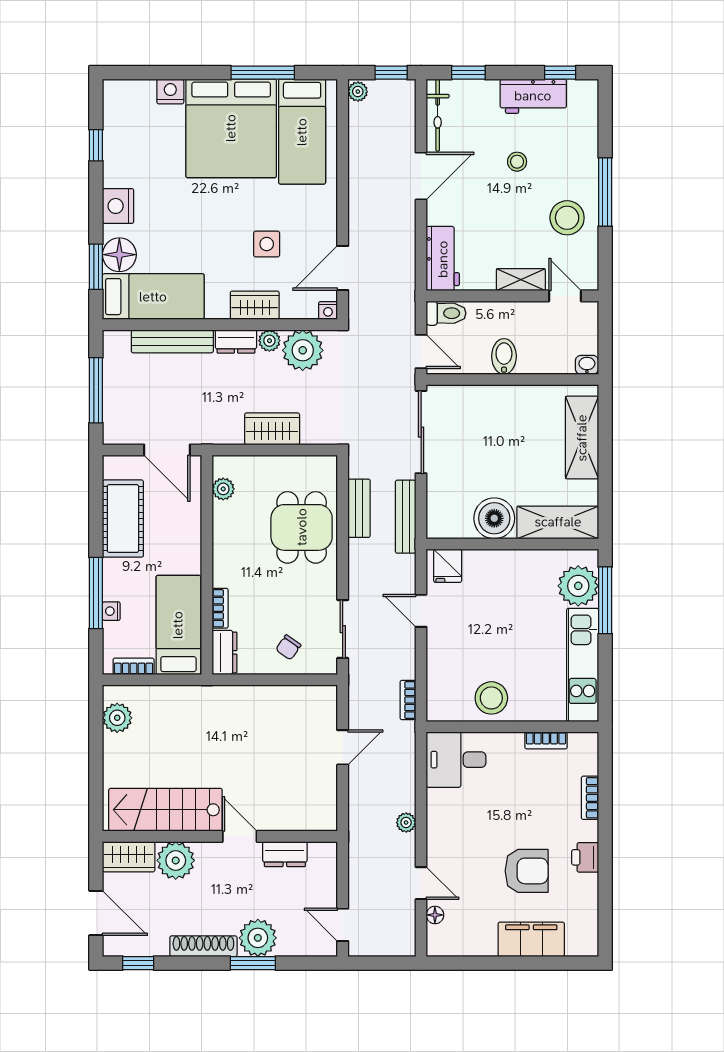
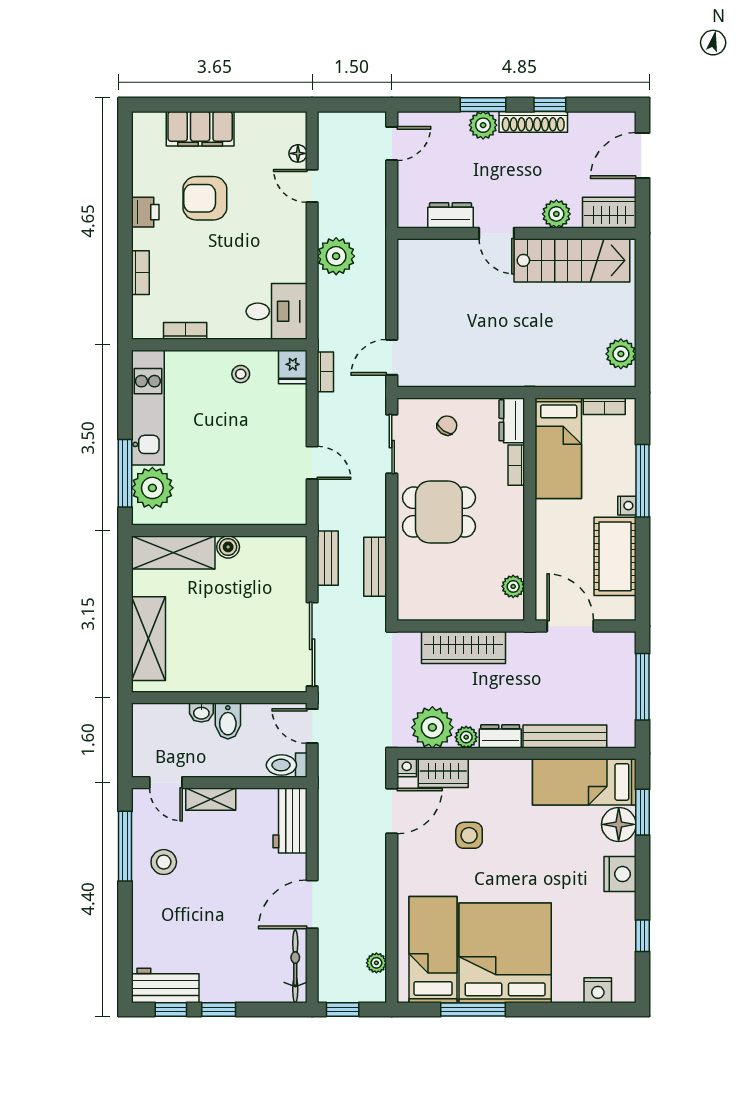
window: (468, 73) -> (219, 1009), moved
nightstand: (170, 92) -> (598, 990), moved
plant: (358, 92) -> (376, 963), moved
workbench: (533, 96) -> (165, 985), moved
stool: (517, 162) -> (215, 919), removed
window: (605, 192) -> (125, 846), moved
stool: (567, 218) -> (164, 862), width x0.73, depth x0.73
wardrobe: (255, 305) -> (443, 773), moved
washbasin: (587, 365) -> (201, 713), moved
wardrobe: (272, 429) -> (463, 648), width x1.50
bench: (406, 517) -> (328, 558), width x0.73
boiler: (494, 518) -> (228, 547), width x0.54, depth x0.54
dining table: (302, 527) -> (439, 512), moved, turned 90
fridge: (448, 566) -> (293, 367), moved, turned 180
nightstand: (111, 611) -> (627, 506), moved
stool: (491, 698) -> (241, 374), width x0.53, depth x0.53
door: (343, 747) -> (392, 357), moved
plant: (406, 822) -> (336, 256), width x1.87, depth x1.87
plant: (176, 860) -> (556, 214), width x0.73, depth x0.73
door: (96, 913) -> (643, 155), hinge flipped
door: (343, 925) -> (392, 144), hinge flipped
plant: (258, 938) -> (483, 125), width x0.73, depth x0.73
window: (138, 963) -> (550, 105), moved

